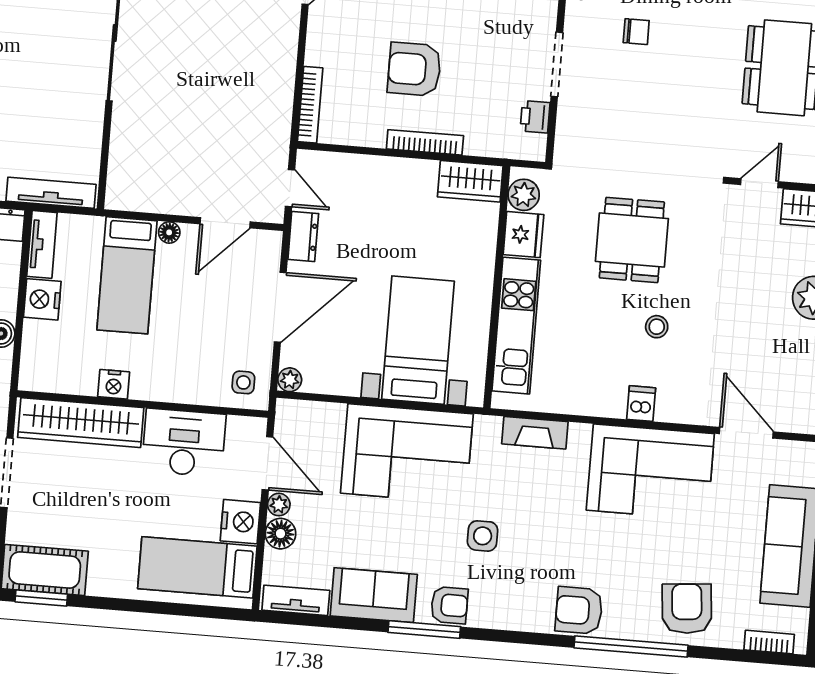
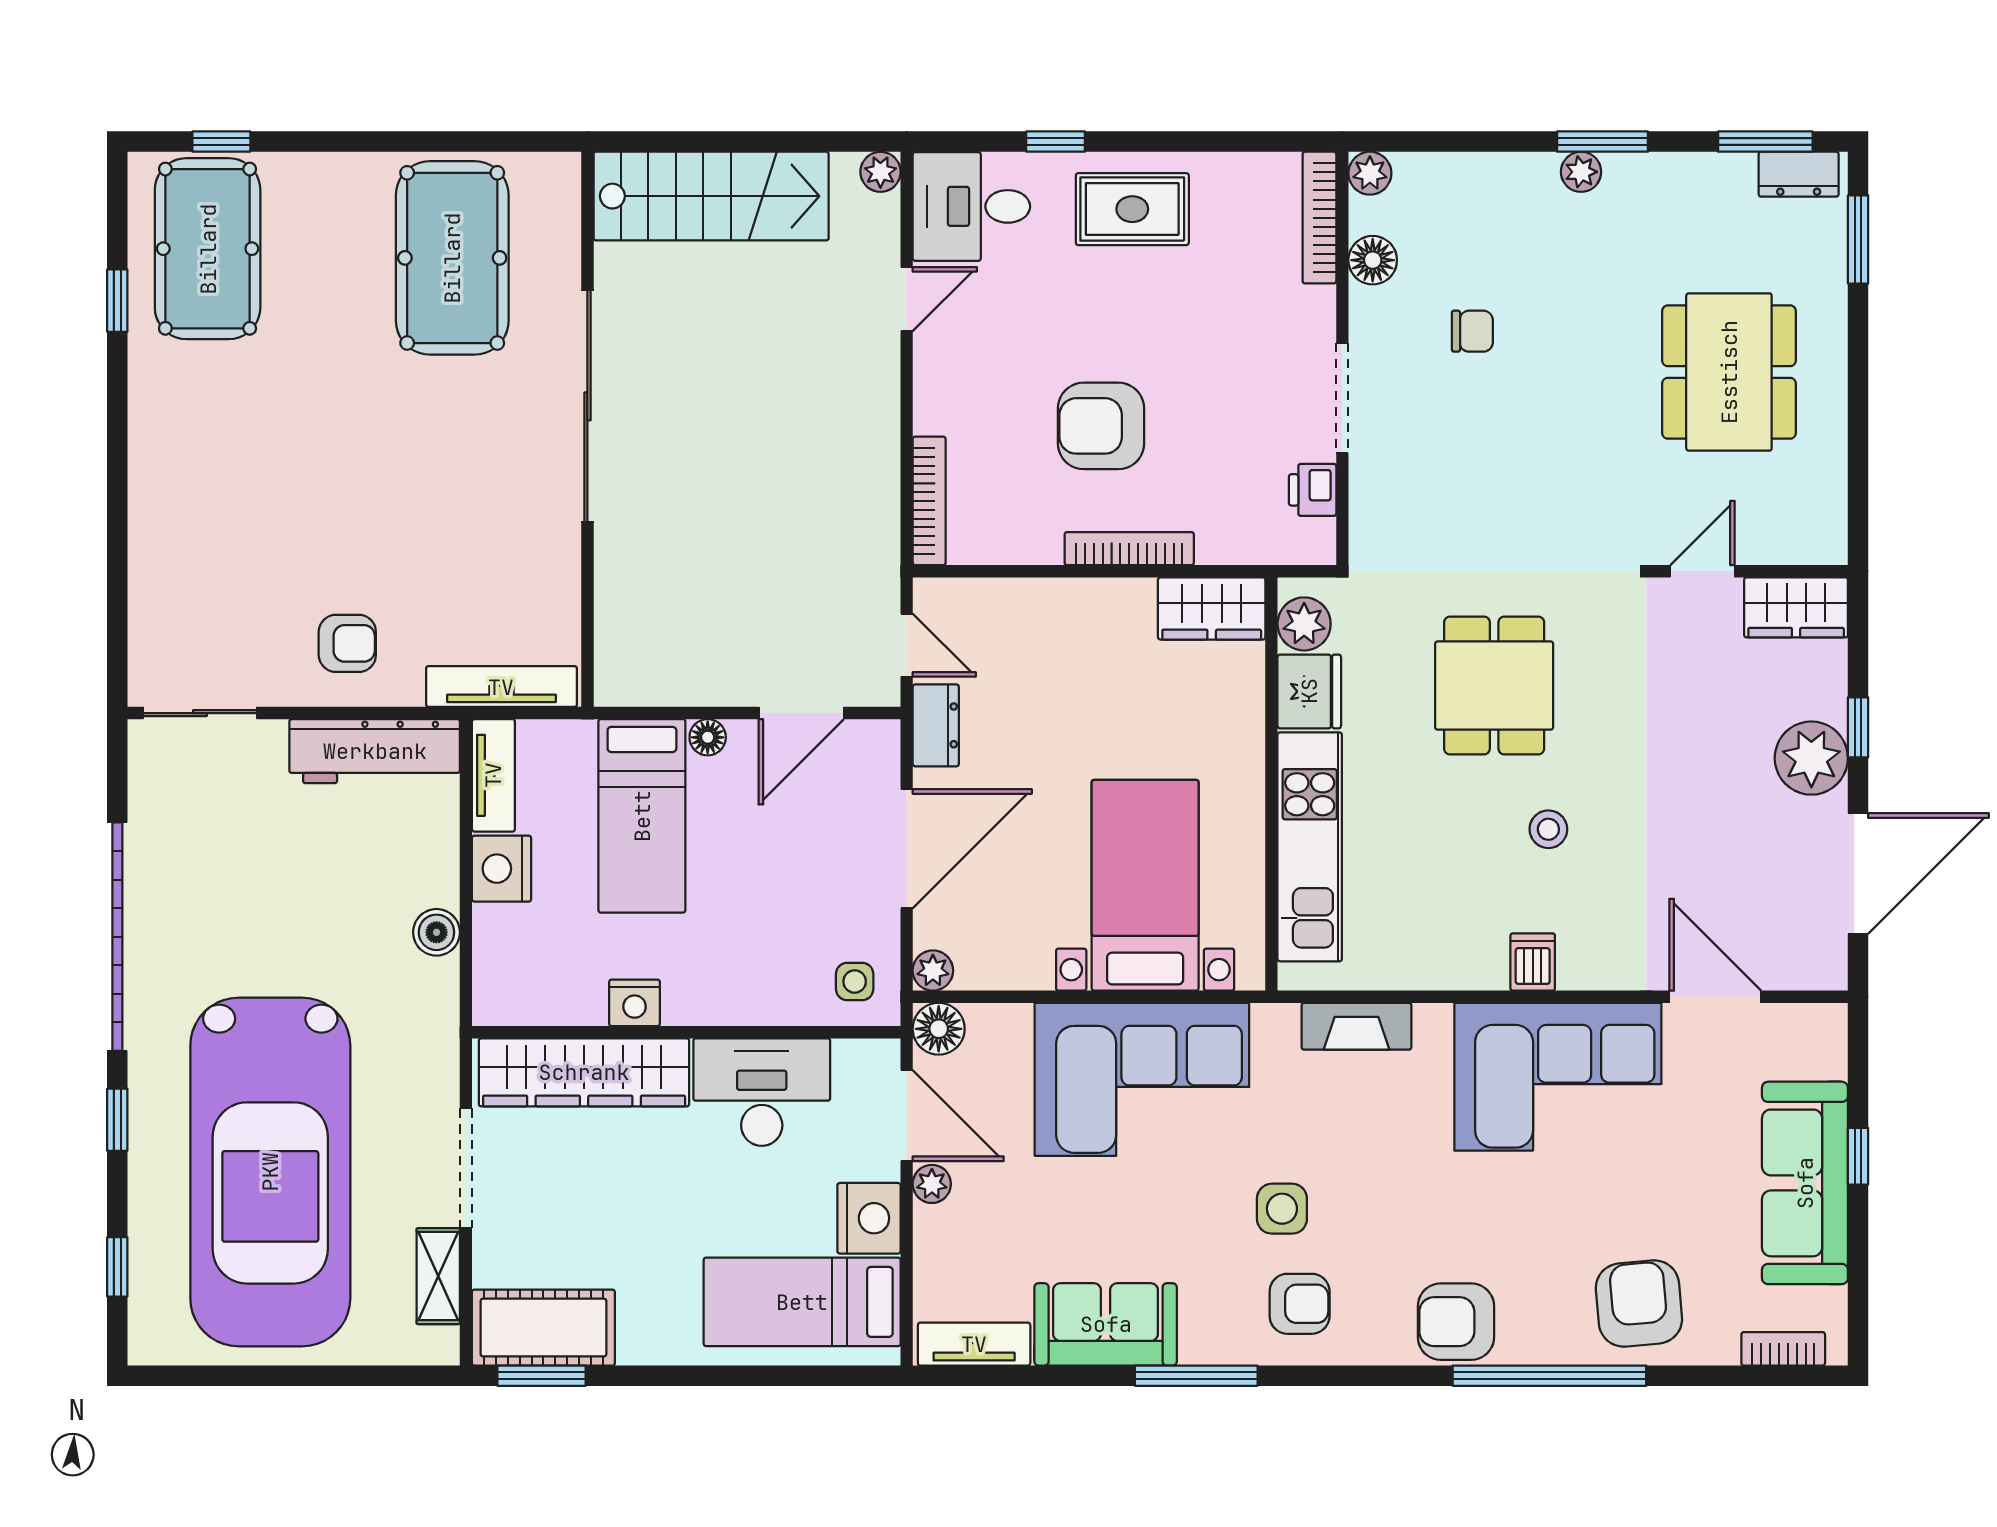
floor lamp: (280, 534) -> (939, 1029), moved
armchair: (449, 605) -> (1300, 1304), moved

